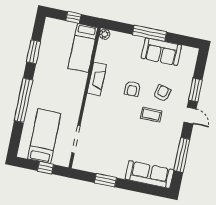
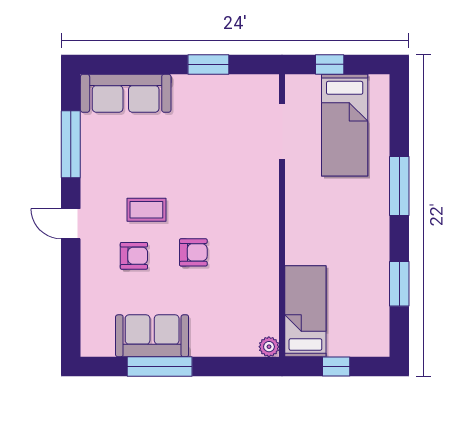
window: (149, 33) -> (160, 366), moved
fireplace: (97, 79) -> (266, 257), removed
armchair: (132, 89) -> (193, 252), turned 90
window: (195, 90) -> (71, 276), removed
armchair: (162, 93) -> (134, 256), turned -103
window: (23, 100) -> (399, 186), width x0.68

